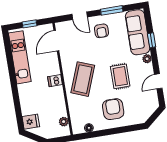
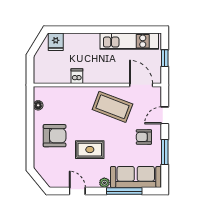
window: (152, 40) -> (124, 191), width x2.17
coffee table: (83, 79) -> (112, 107), moved
dishwasher: (55, 81) -> (77, 76), moved
plant: (64, 122) -> (50, 78), removed

